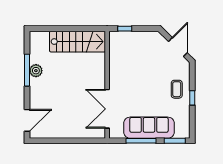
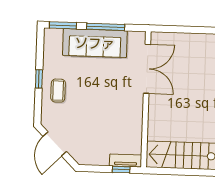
tv unit: (122, 36) -> (126, 161), added

